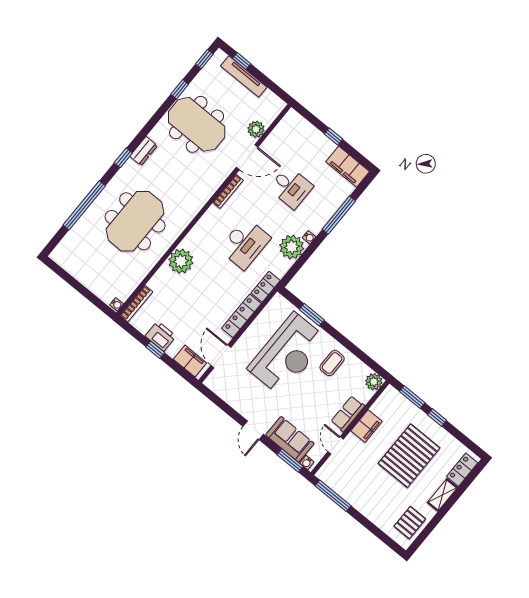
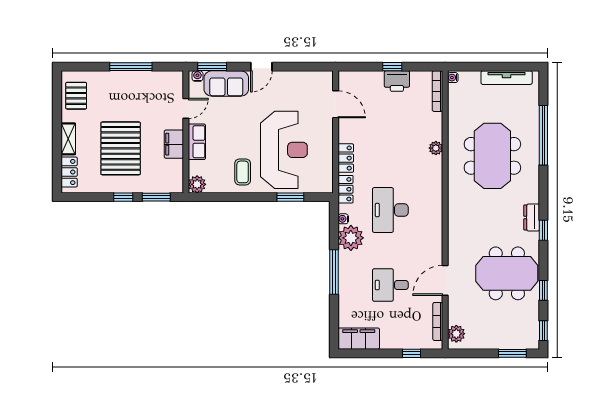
window: (242, 61) -> (512, 353), width x1.50
tv unit: (244, 77) -> (507, 78), moved, turned 180
plant: (256, 129) -> (456, 334), moved
window: (333, 137) -> (411, 353), moved
window: (123, 158) -> (543, 230), moved
bookcase: (228, 191) -> (438, 321), moved
window: (339, 215) -> (334, 272), moved
water cooler: (309, 237) -> (343, 219), moved
plant: (181, 261) -> (436, 148), width x0.53, depth x0.53
locker: (241, 316) -> (346, 158), width x0.66
reception desk: (287, 354) -> (284, 150), turned 180
filing cabinet: (190, 361) -> (357, 80), removed
door: (253, 430) -> (261, 67), swing flipped
door: (336, 445) -> (186, 108), hinge flipped
window: (333, 496) -> (131, 67), moved

